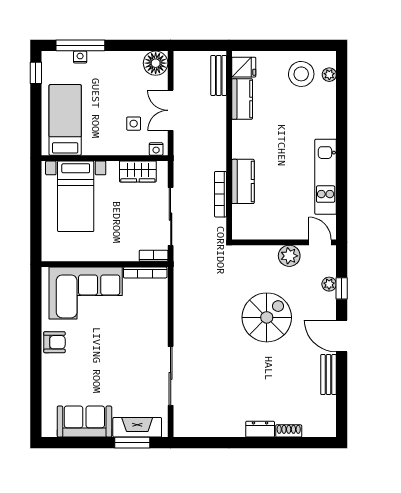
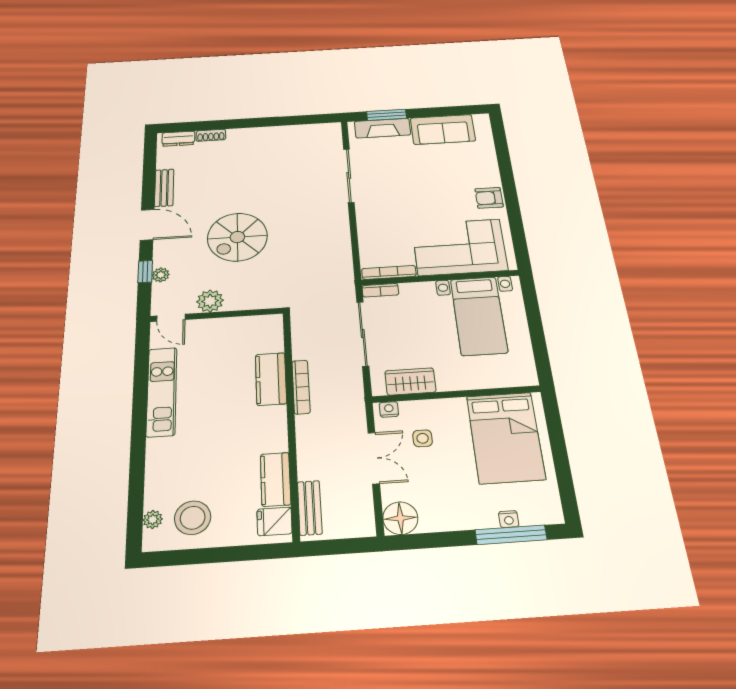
window: (36, 73) -> (567, 494), removed
bed: (65, 120) -> (505, 437), width x1.50
bookcase: (221, 194) -> (301, 387), moved
bed with nightstands: (76, 196) -> (479, 316), moved, turned 180
dresser: (260, 429) -> (178, 139), moved

